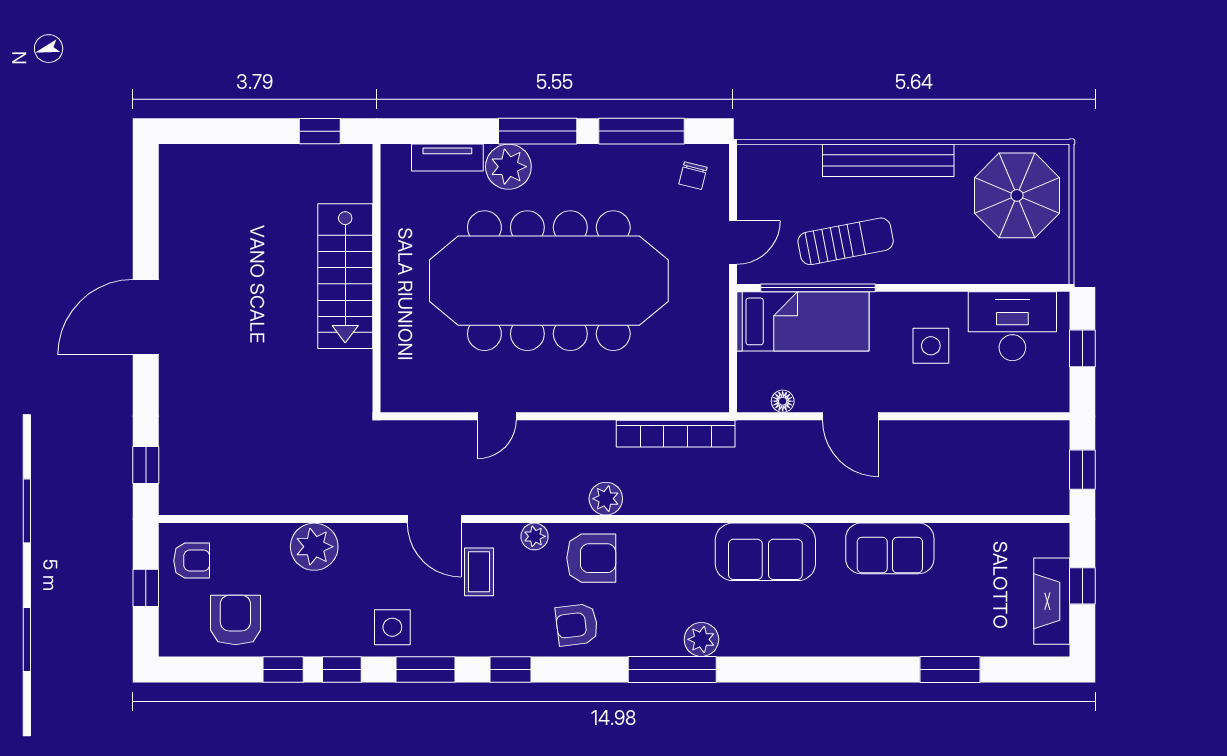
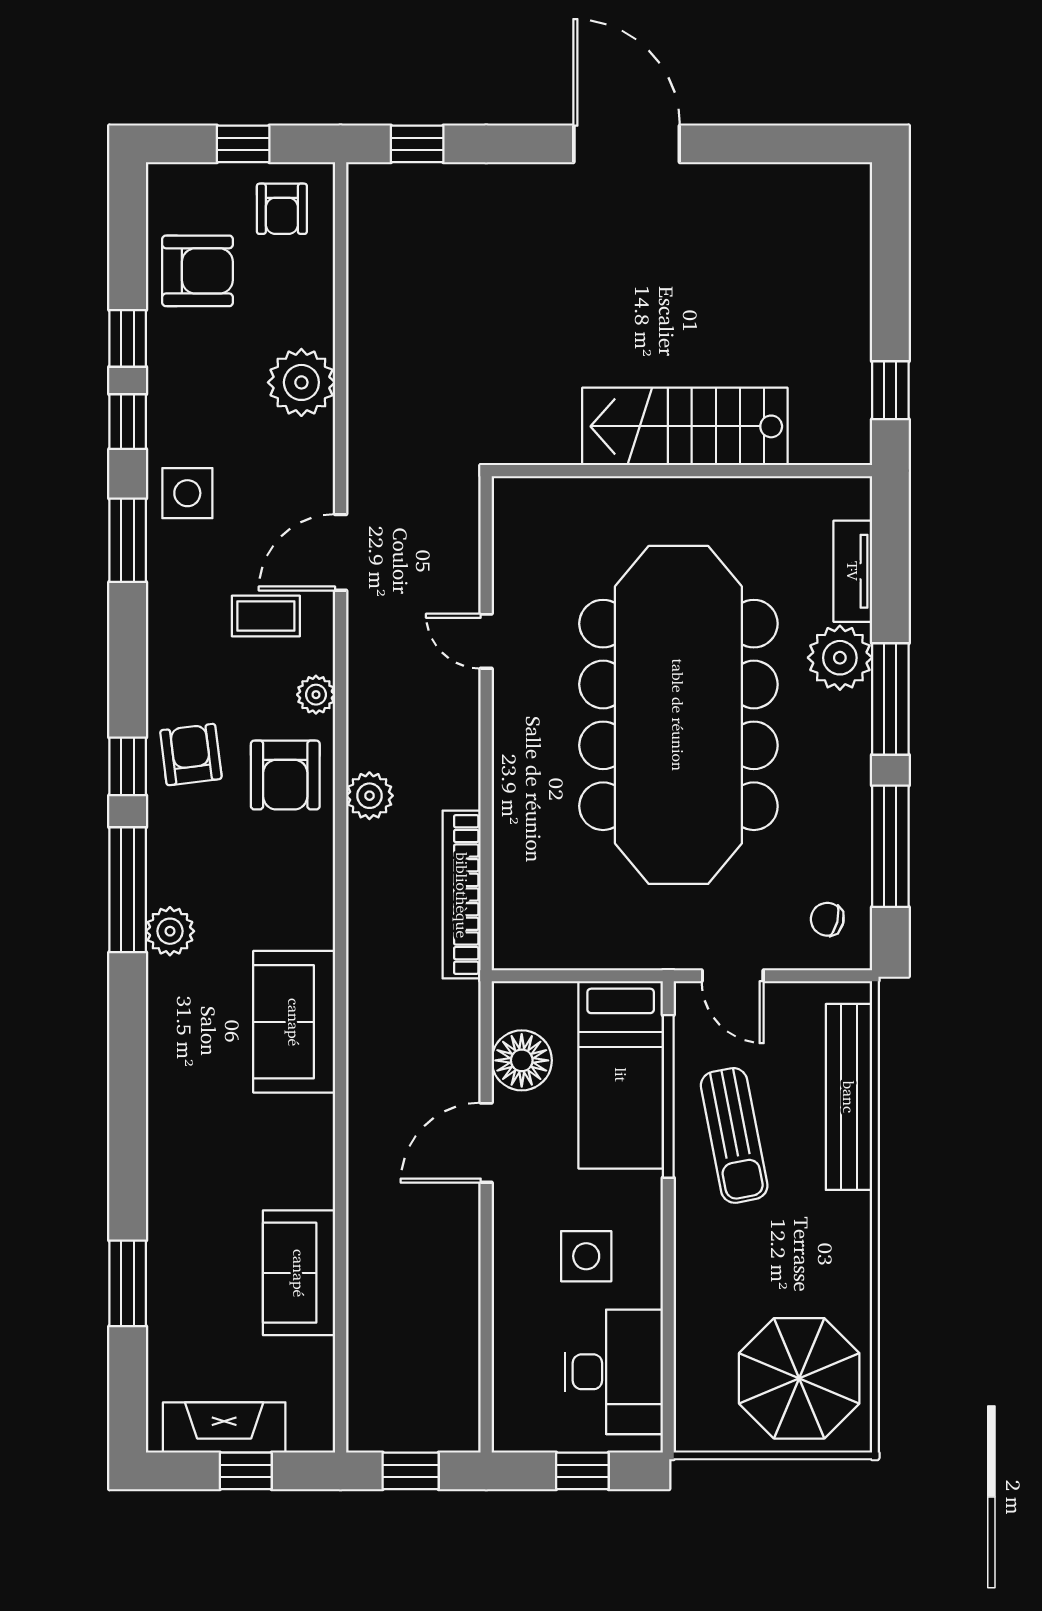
bench: (888, 160) -> (849, 1097), moved
floor lamp: (783, 401) -> (522, 1060), width x1.89, depth x1.89
sofa: (890, 548) -> (299, 1273), moved
window: (511, 669) -> (128, 766), moved

